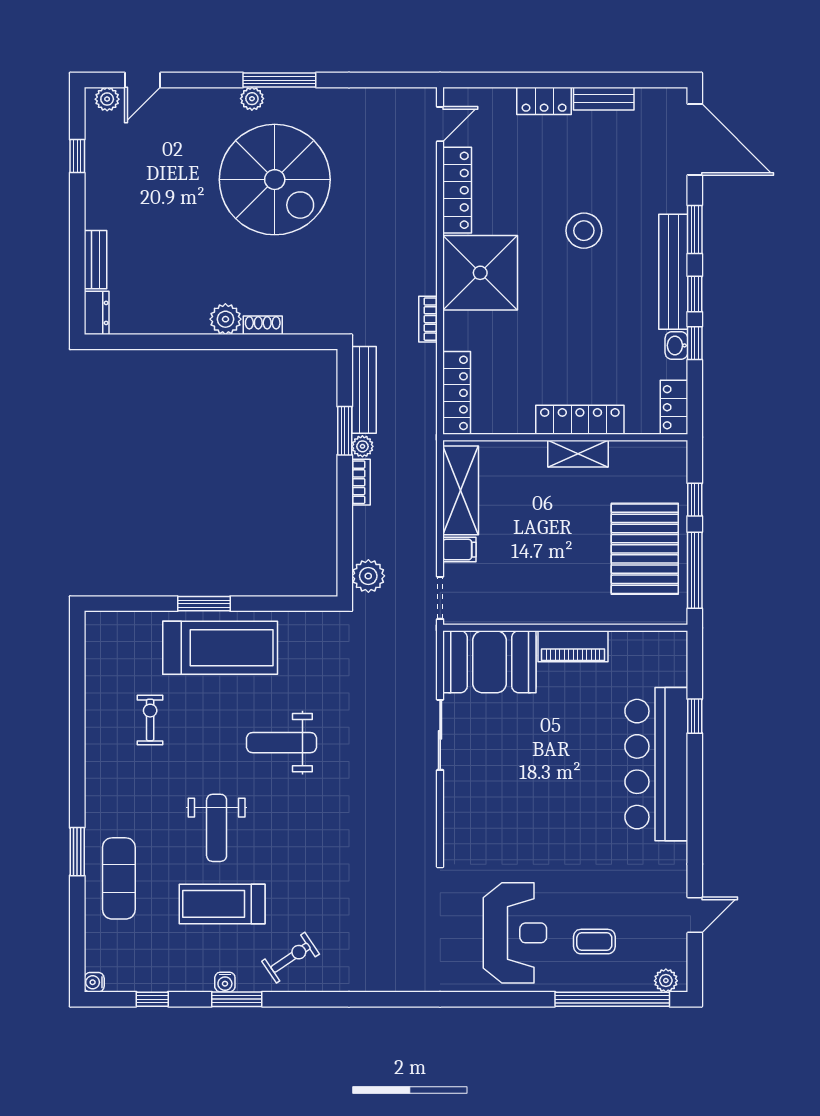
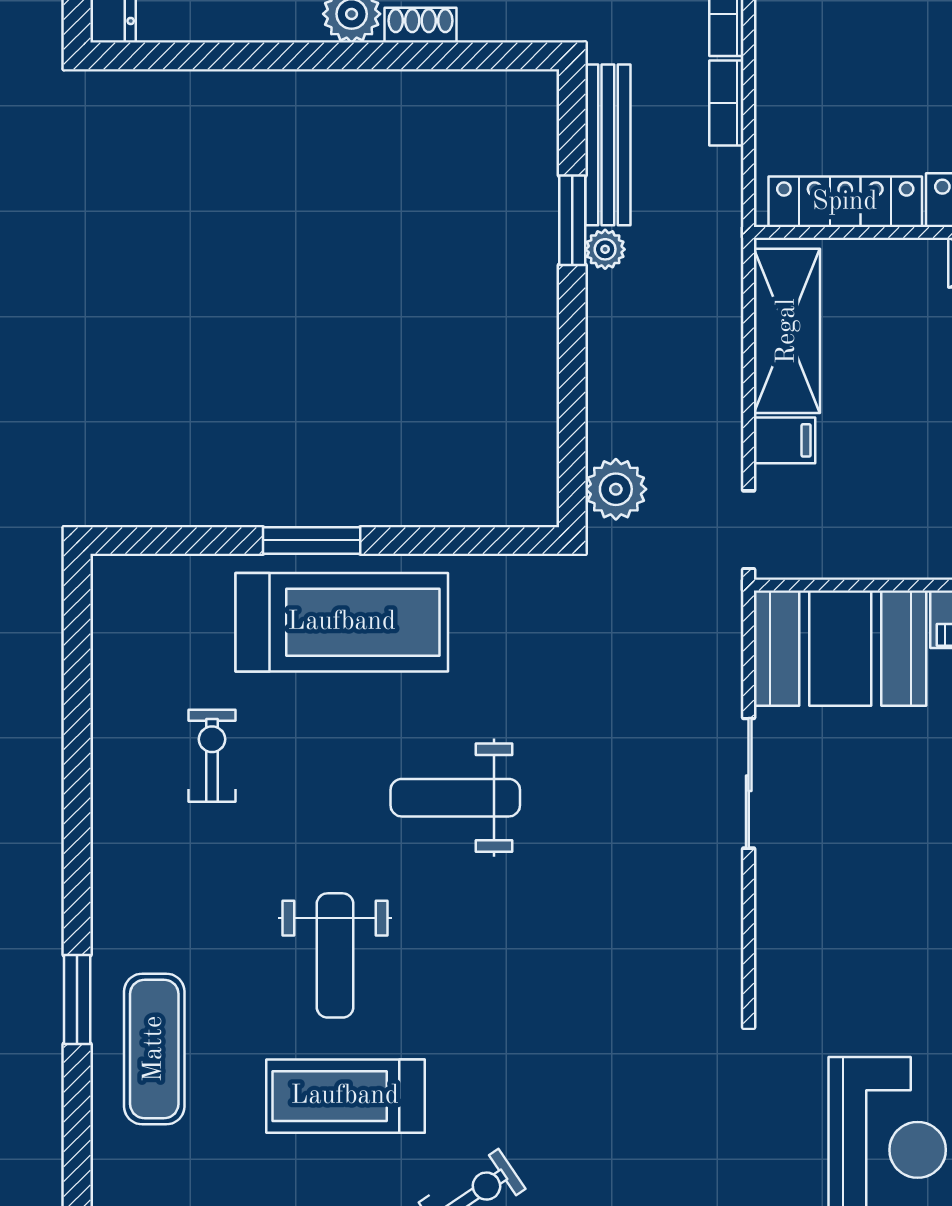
locker: (457, 393) -> (845, 202), moved, turned -90
bookcase: (361, 482) -> (726, 103), moved, turned 180

